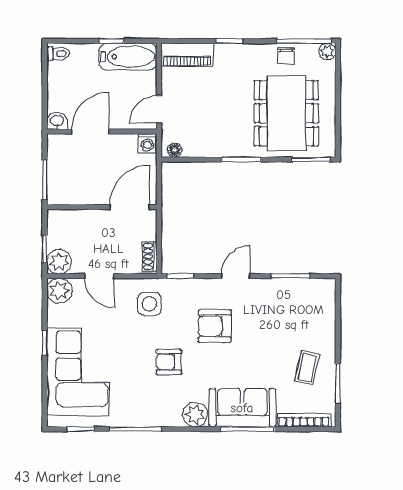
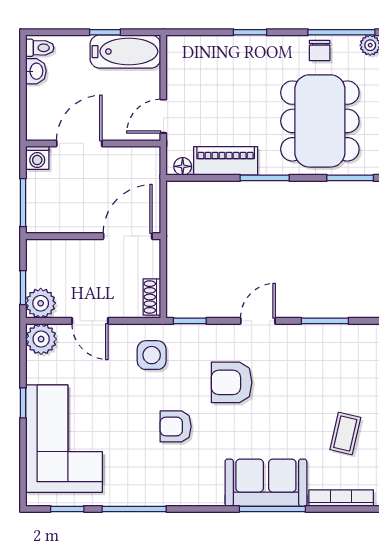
piano: (187, 55) -> (226, 161), moved, turned 180
washbasin: (57, 121) -> (36, 71), moved, turned 90
washing machine: (147, 143) -> (37, 158), moved
plant: (195, 415) -> (208, 491), removed

